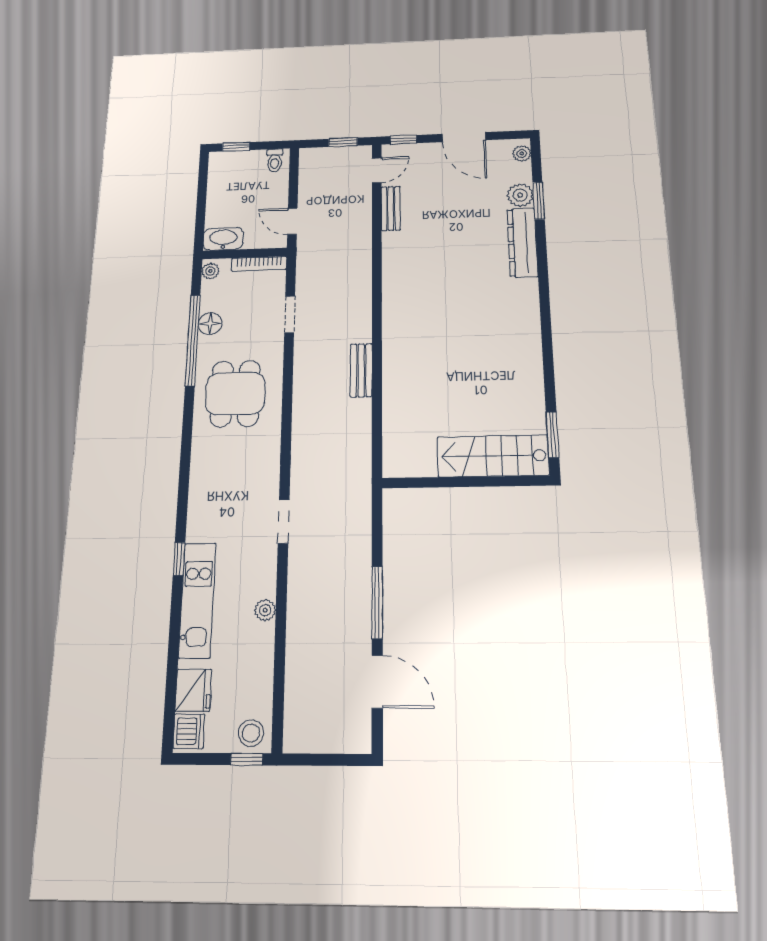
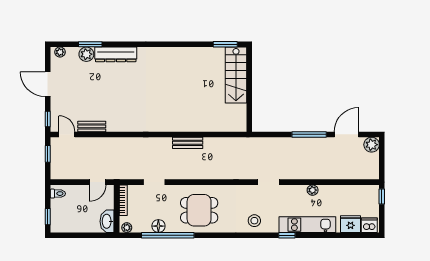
door: (464, 137) -> (48, 84), swing flipped
stool: (251, 733) -> (254, 221), moved
plant: (356, 737) -> (372, 145), added

